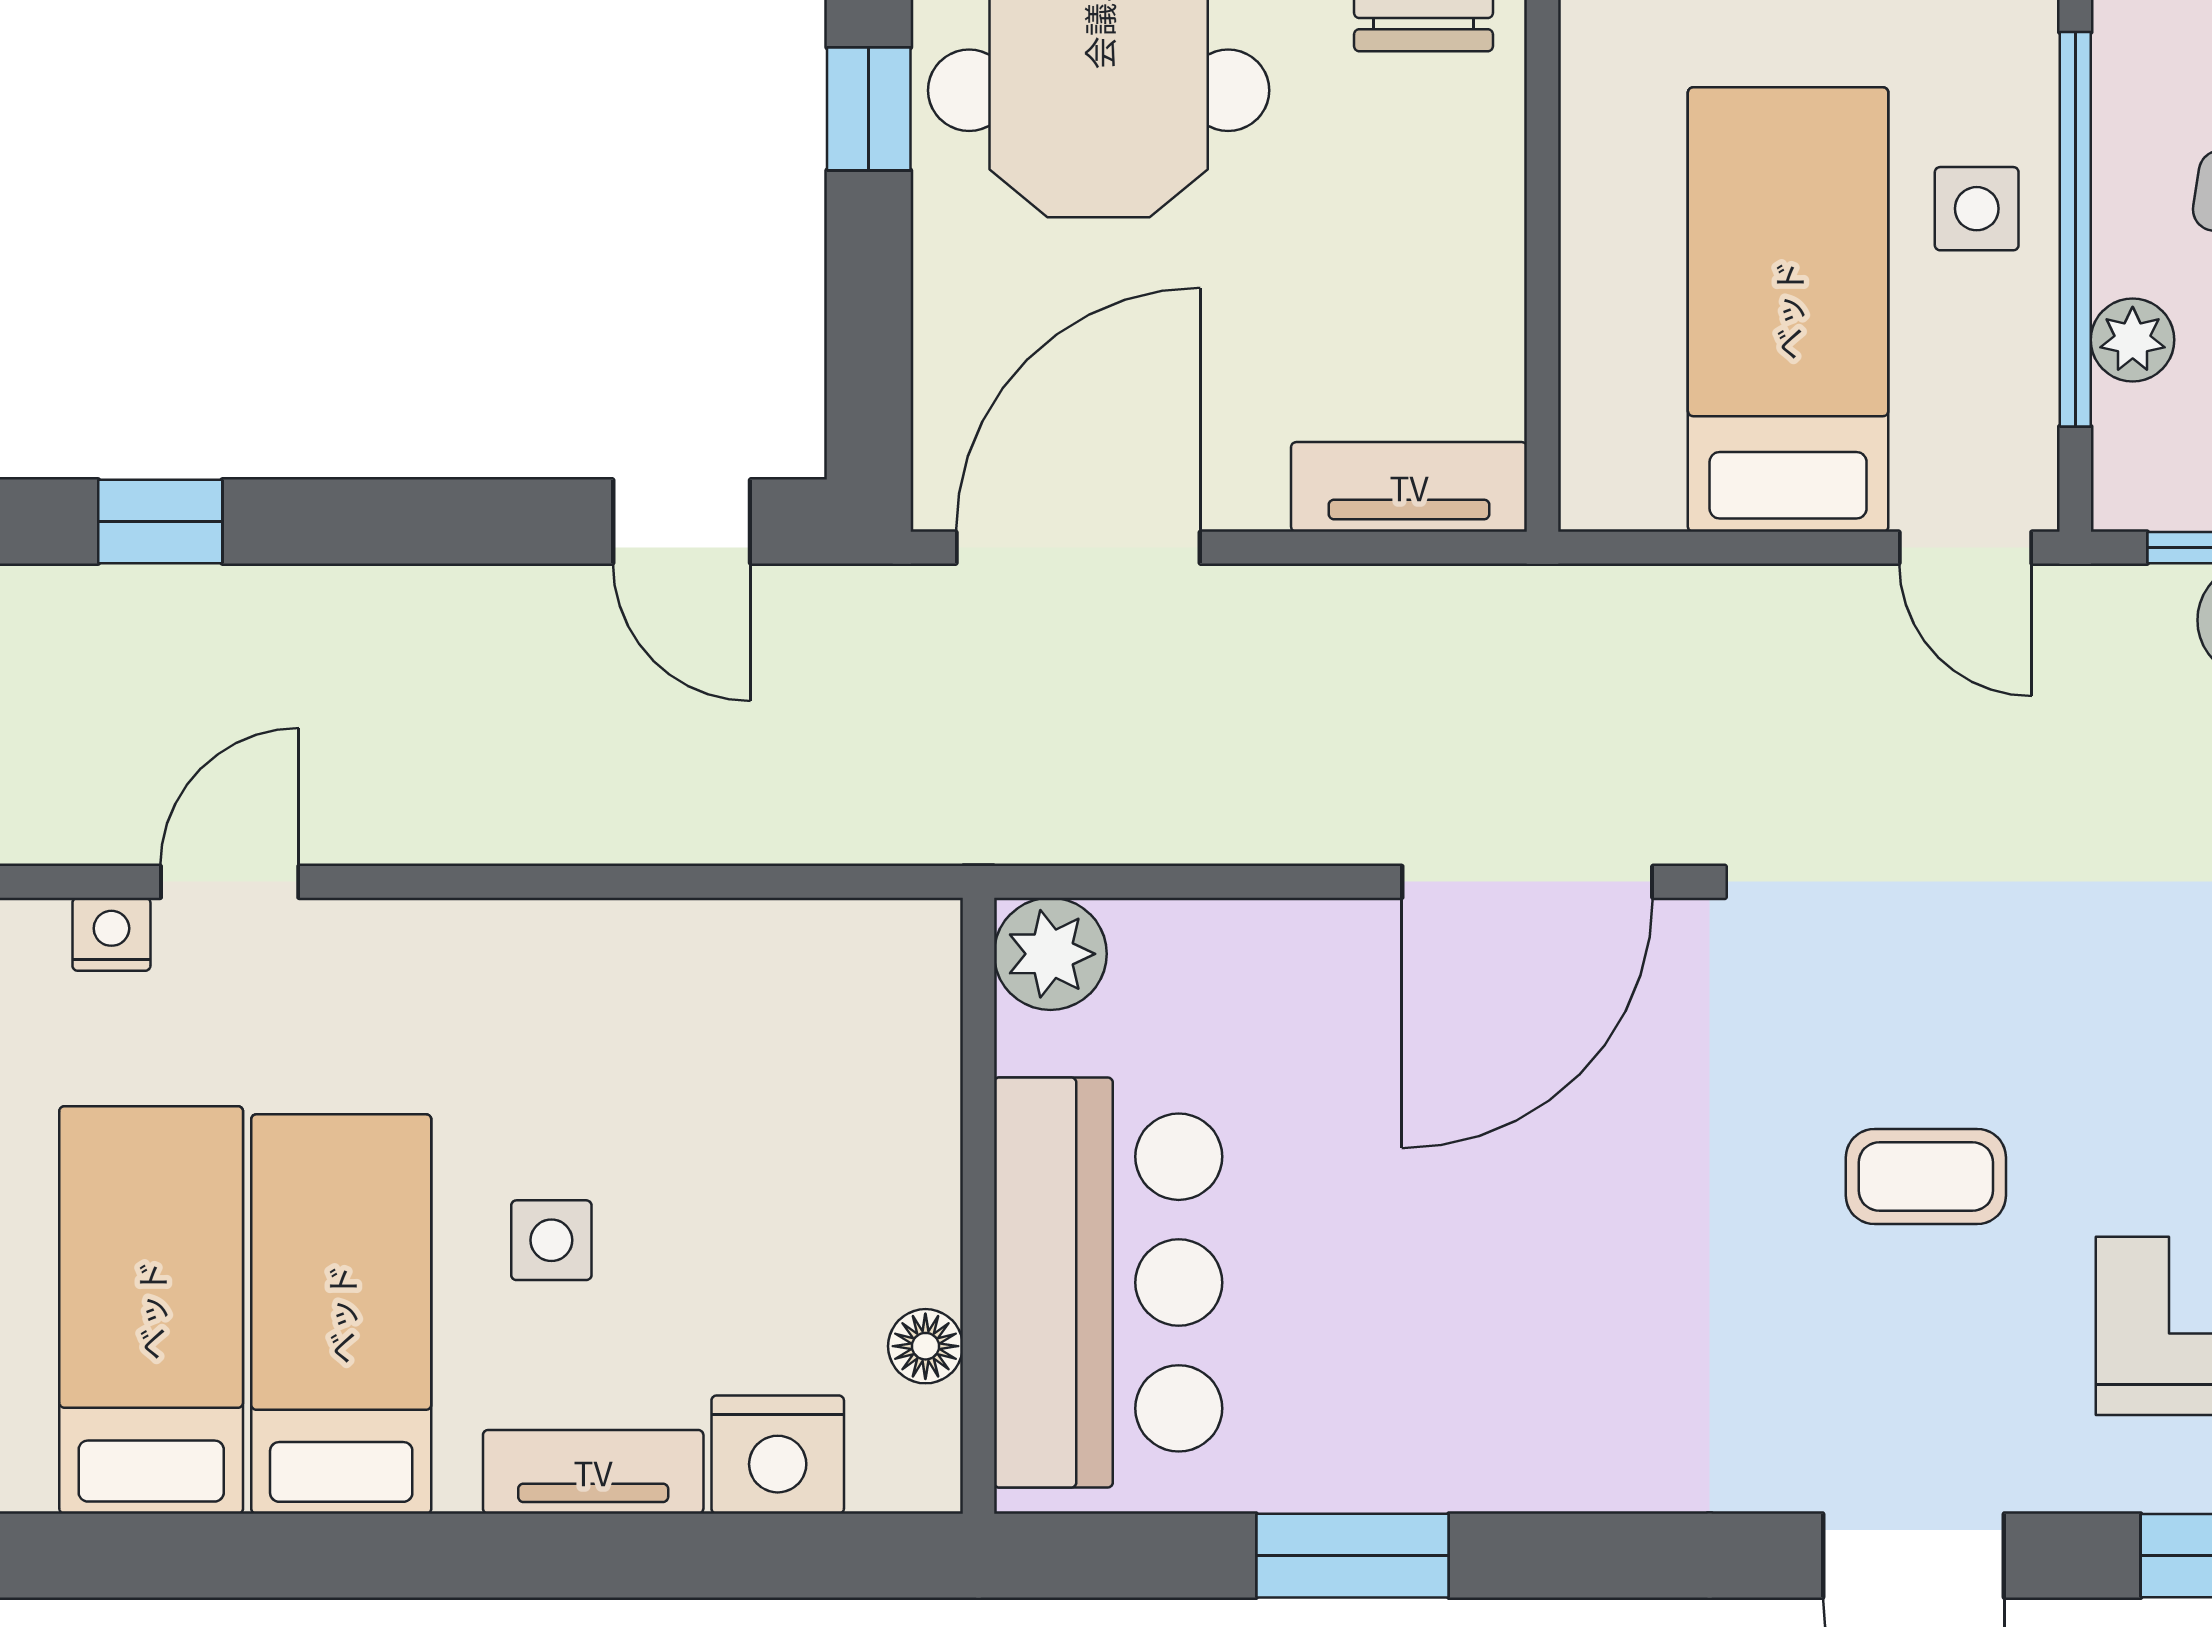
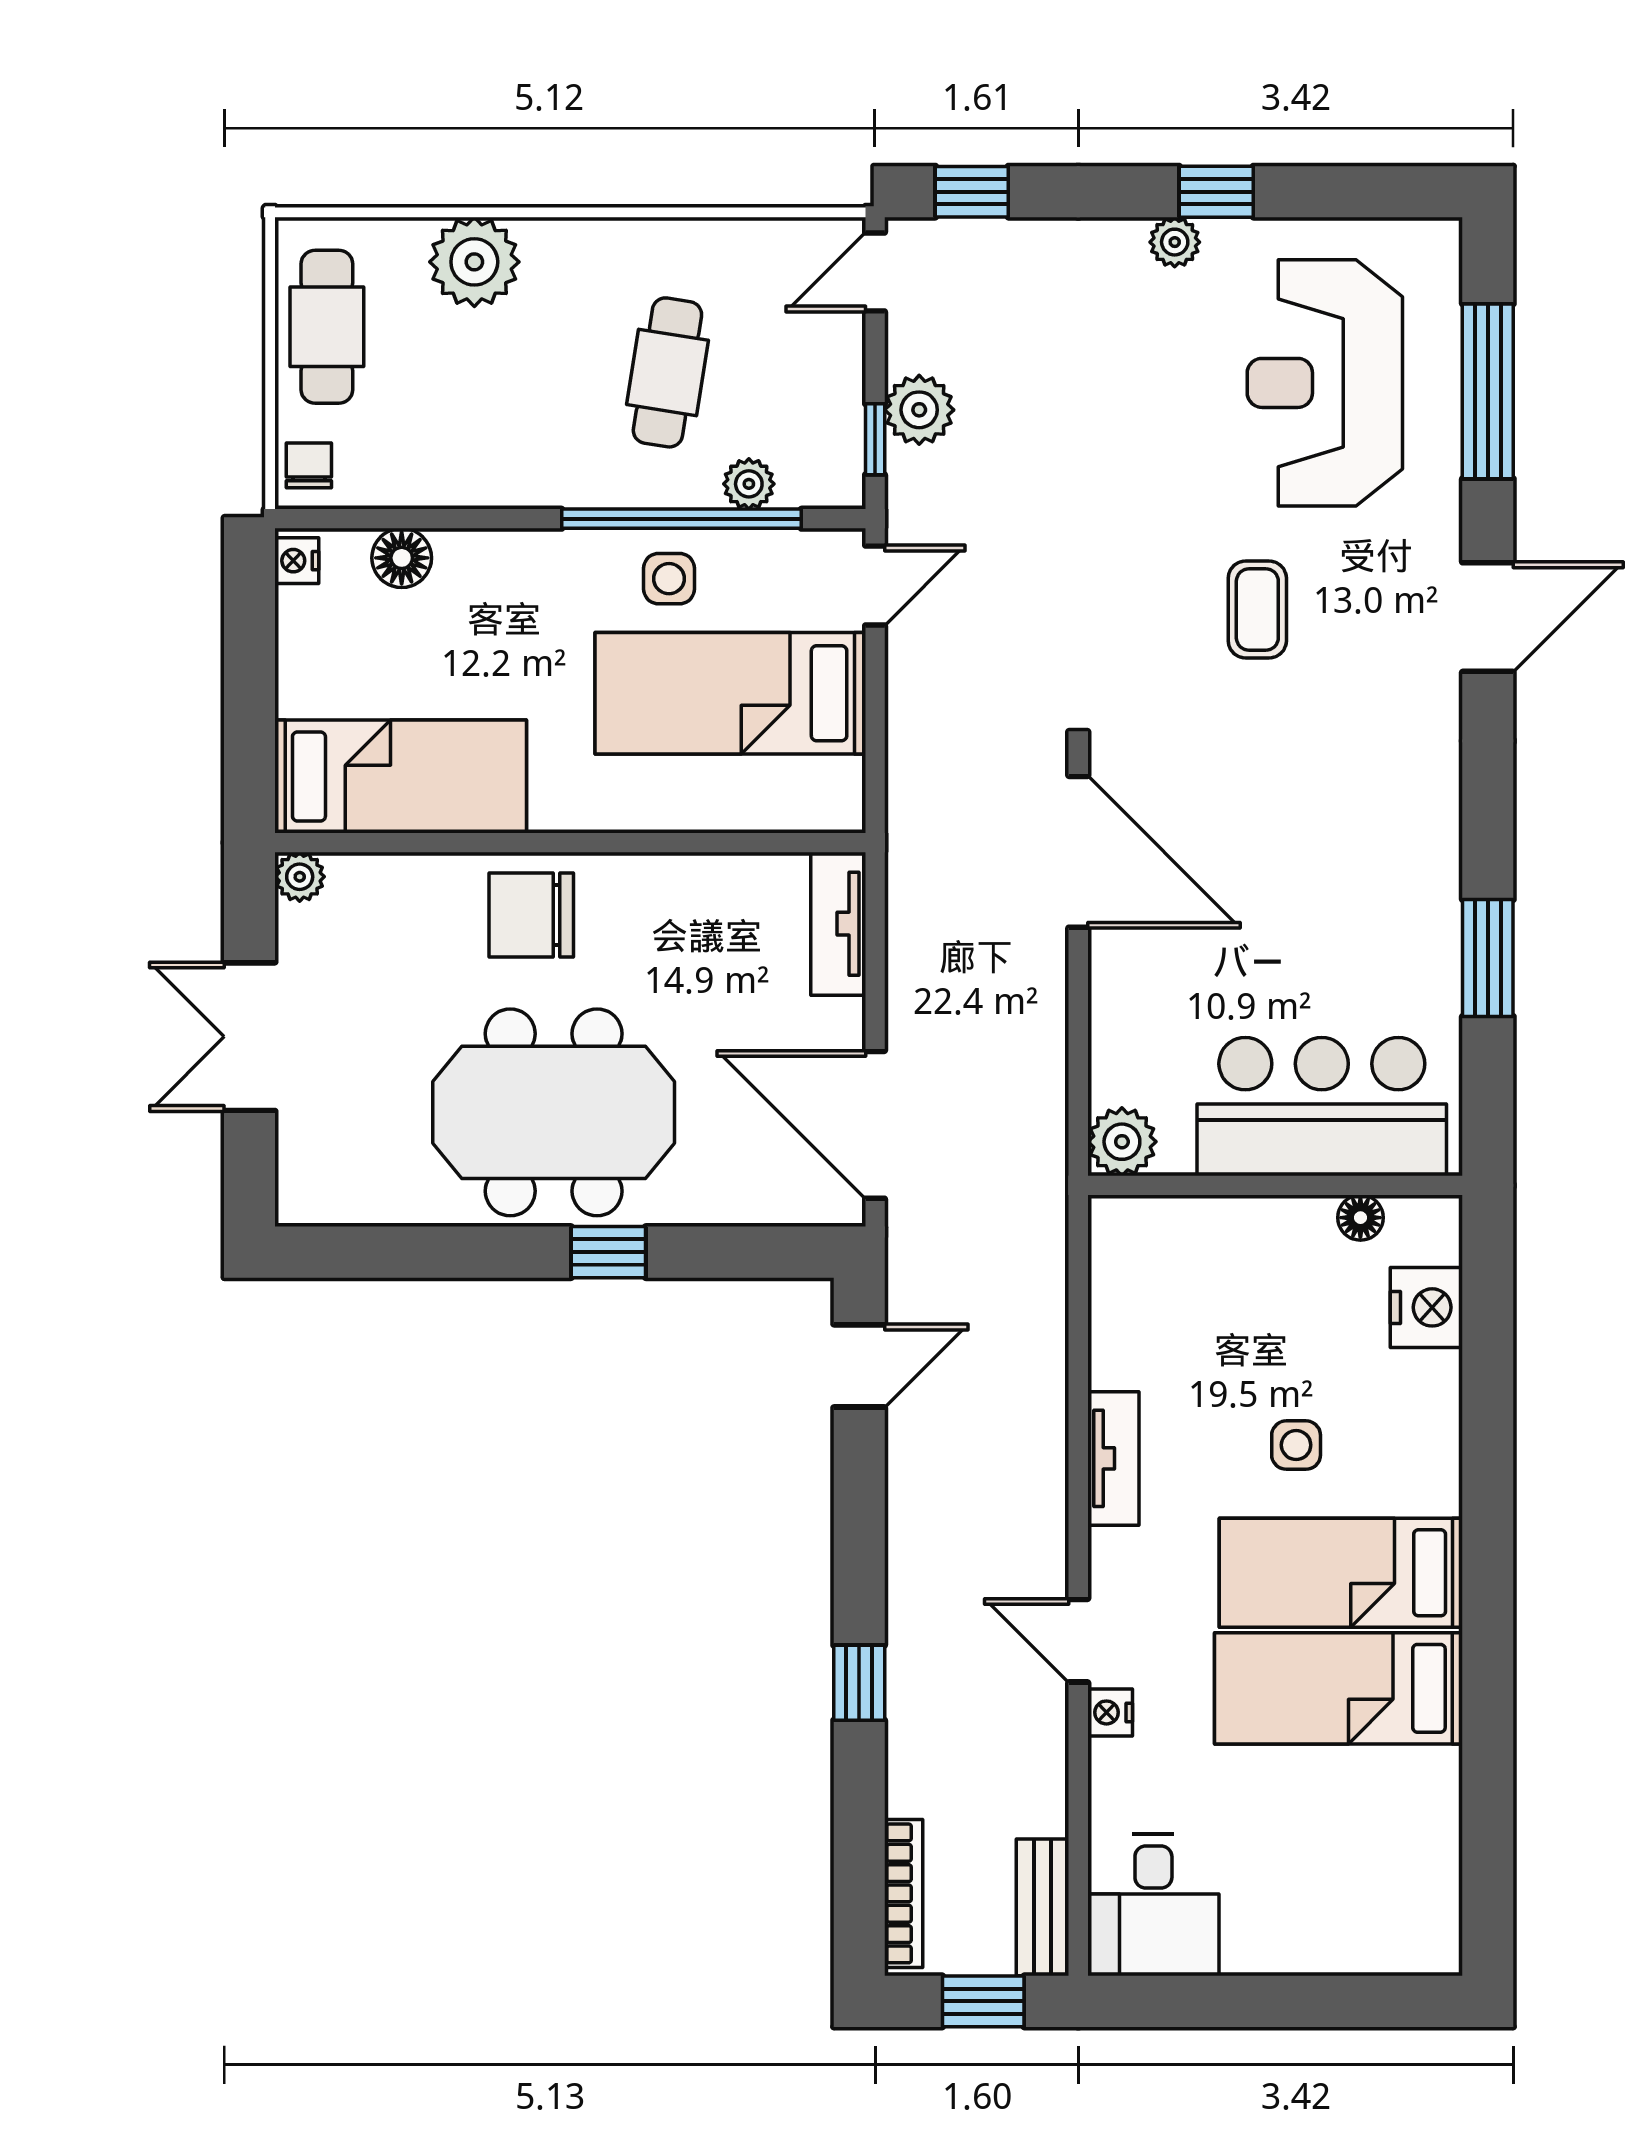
tv unit: (593, 1472) -> (1113, 1458), moved, turned 180

